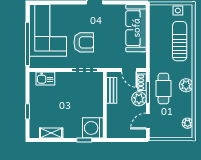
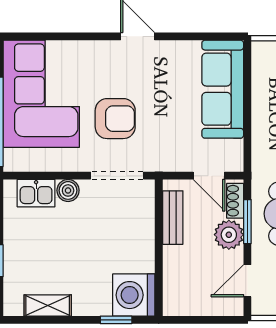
boiler: (61, 77) -> (68, 190), added

